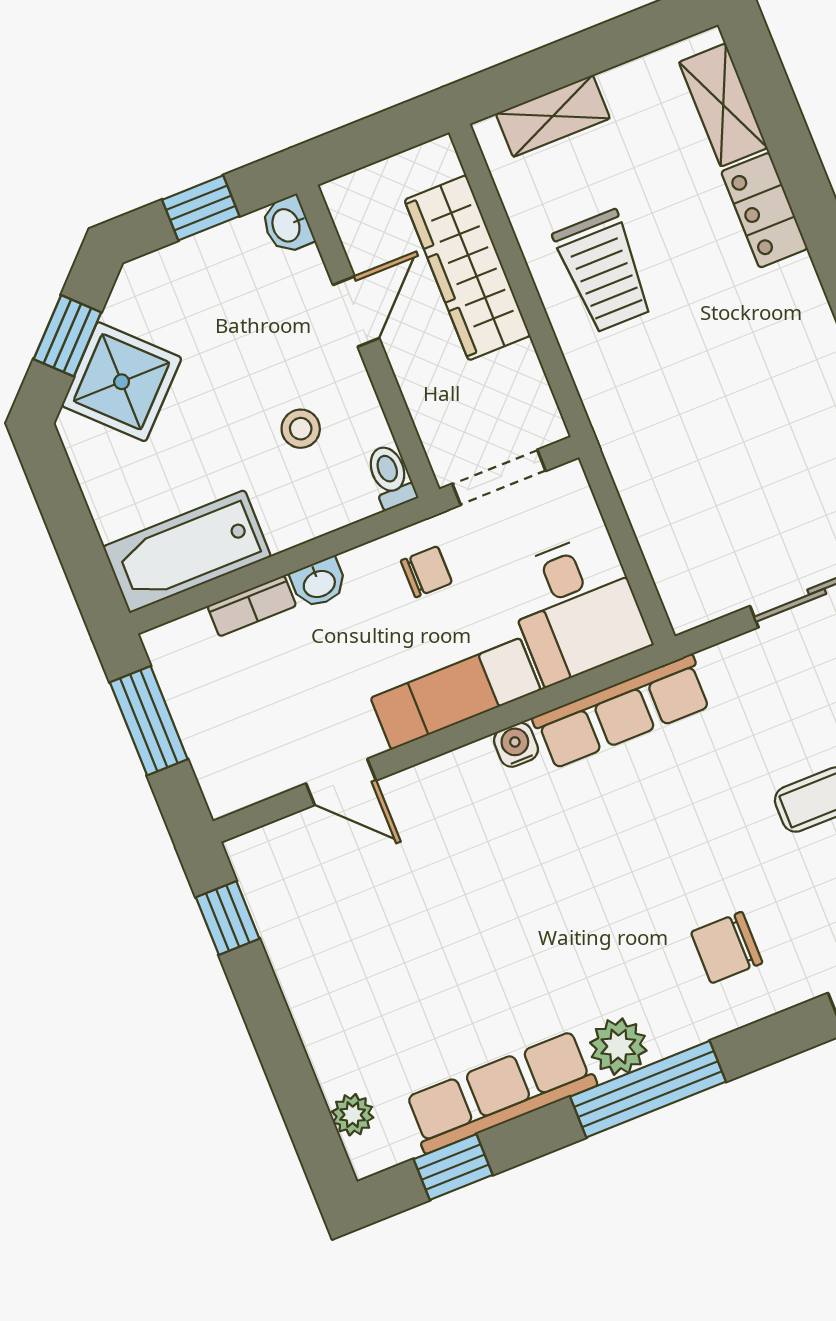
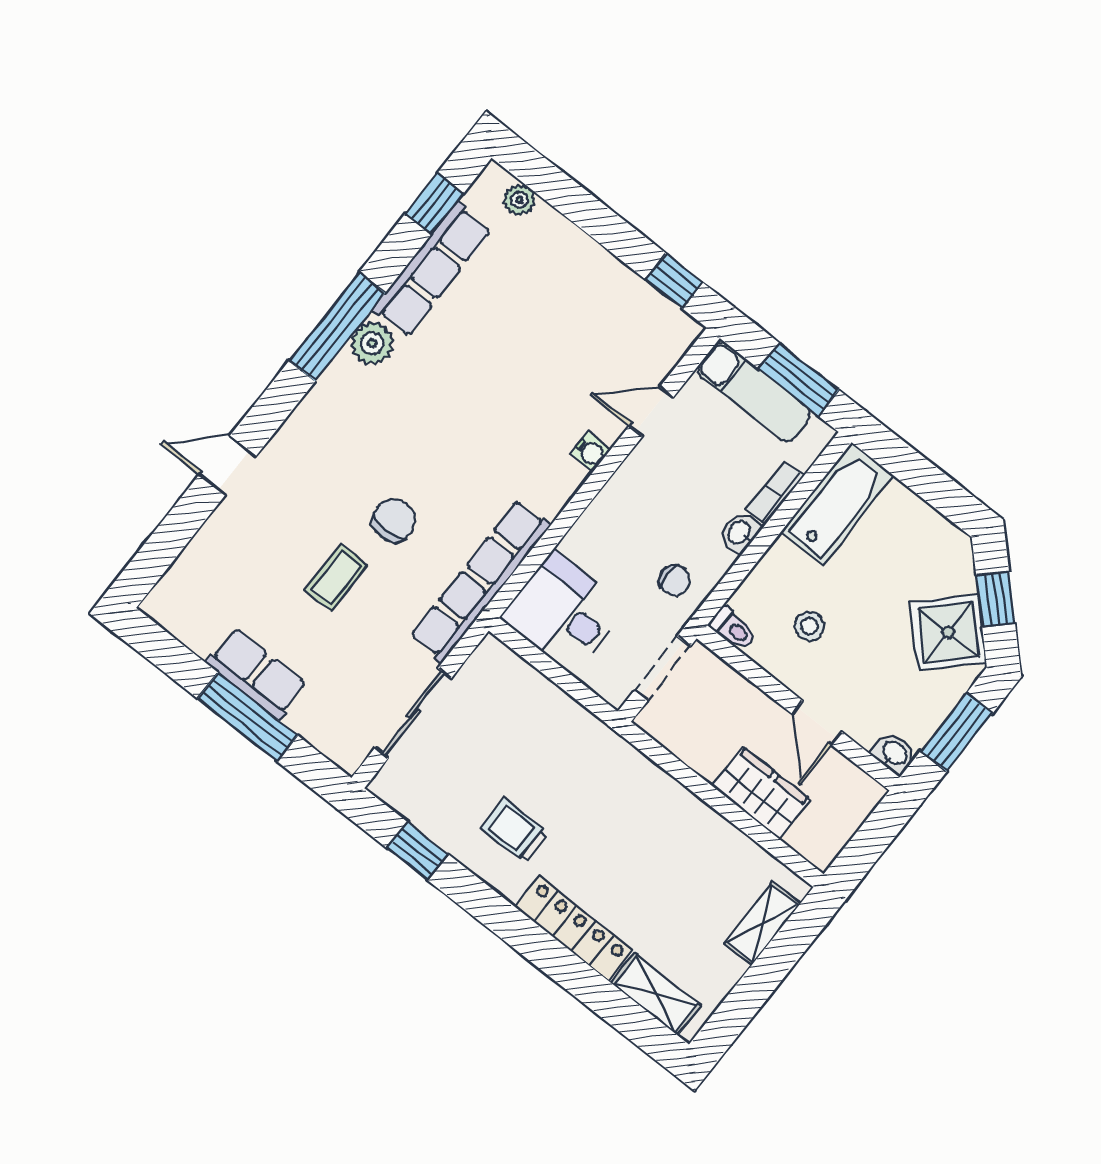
window: (201, 208) -> (957, 732), width x1.50
locker: (764, 210) -> (574, 928), width x1.53
wardrobe: (467, 268) -> (761, 793), width x0.67
trolley: (604, 271) -> (515, 830), moved, width x0.73, depth x0.72
shower: (122, 382) -> (948, 632), moved
chair: (426, 572) -> (674, 580), turned -90
exam couch: (456, 694) -> (754, 392), moved, turned 90
row of seats: (622, 712) -> (480, 581), width x1.36
water cooler: (516, 745) -> (590, 452), moved
chair: (727, 948) -> (394, 520), moved

